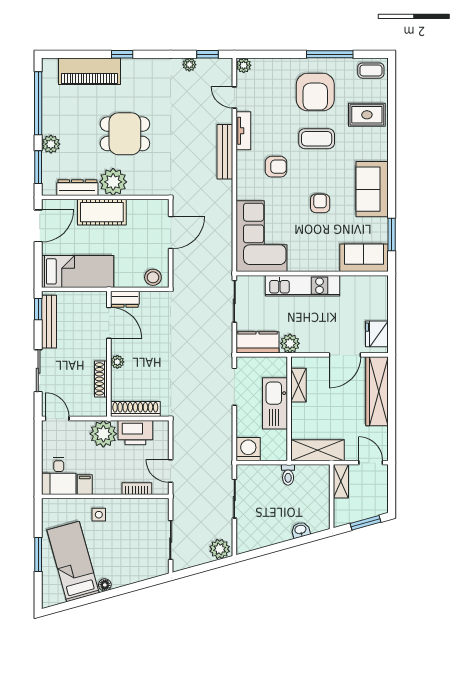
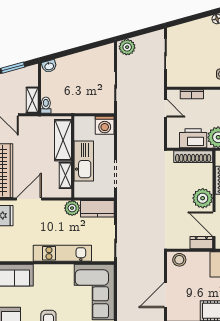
plant: (117, 362) -> (203, 198), width x1.88, depth x1.88
shelving: (318, 450) -> (63, 140), moved, turned 90
toilet: (288, 475) -> (46, 105), moved
washbasin: (301, 530) -> (49, 66), moved

